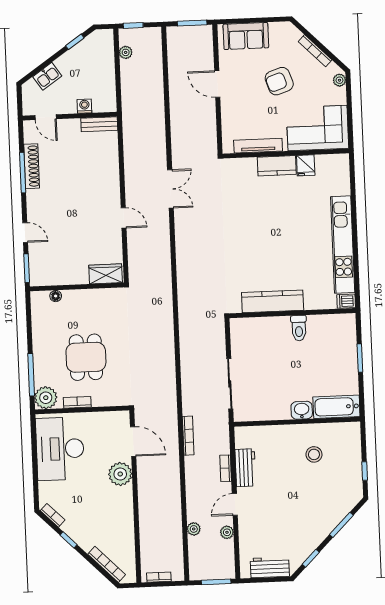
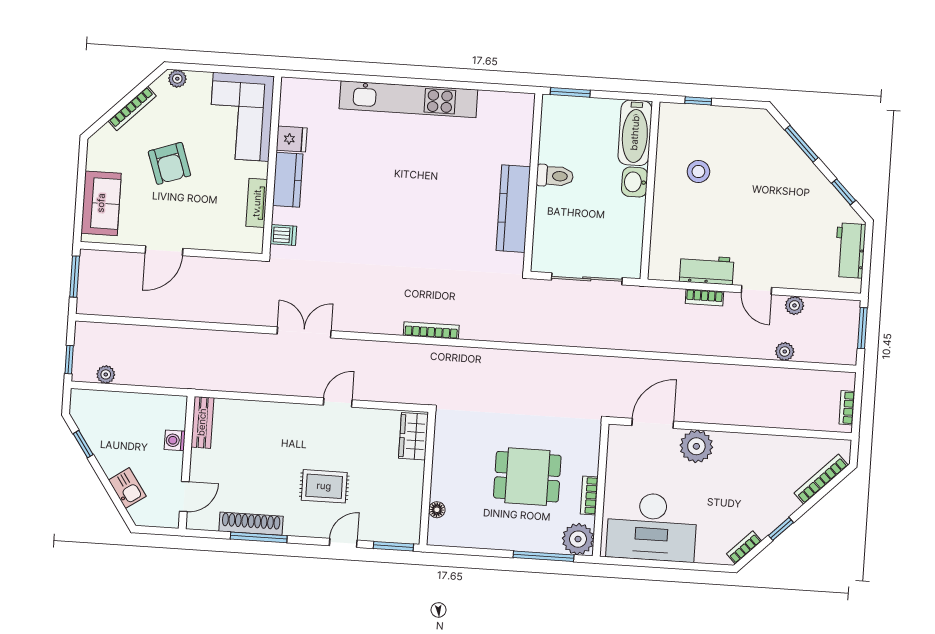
tv unit: (258, 146) -> (257, 203), width x0.71
rug: (64, 215) -> (324, 486), added
kitchen counter: (273, 301) -> (513, 209), moved
dishwasher: (346, 301) -> (283, 235), moved, turned -90
wall: (292, 313) -> (533, 183), moved
toilet: (299, 328) -> (555, 176), moved
bookcase: (188, 436) -> (431, 330), moved
window: (365, 471) -> (698, 101), moved

